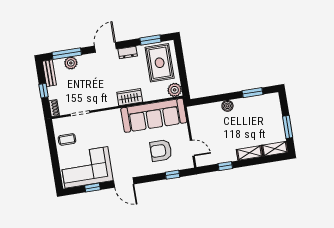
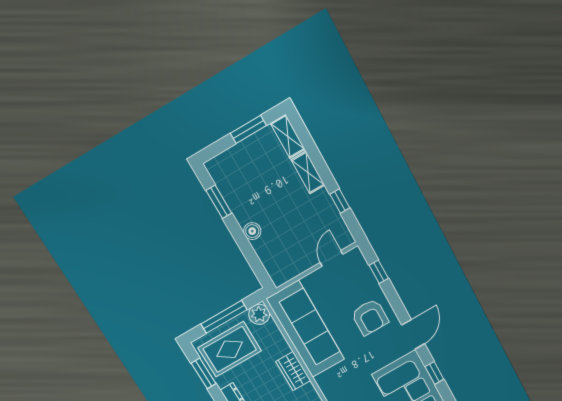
window: (182, 67) -> (224, 317), added
armchair: (161, 151) -> (370, 317), moved

